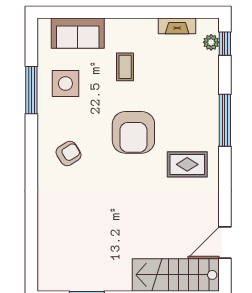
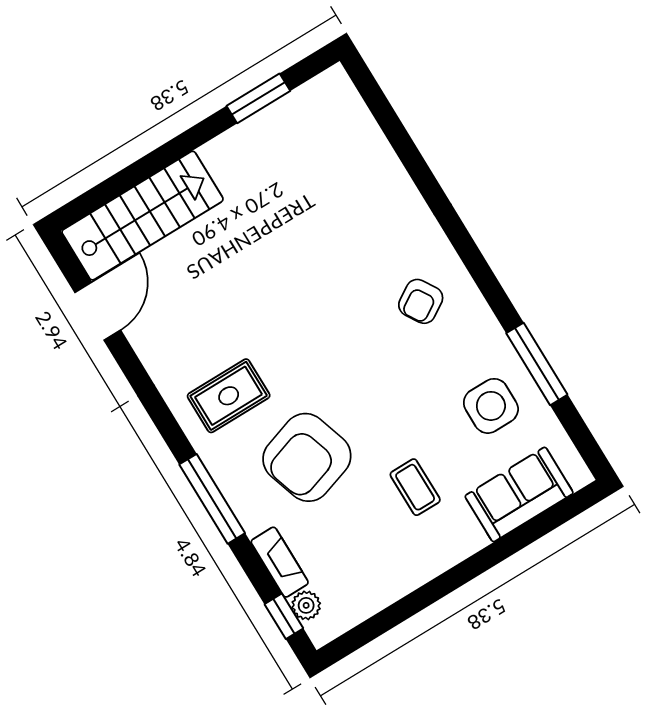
fireplace: (177, 26) -> (280, 562), moved, turned 90
armchair: (133, 132) -> (307, 457), moved, turned -108

